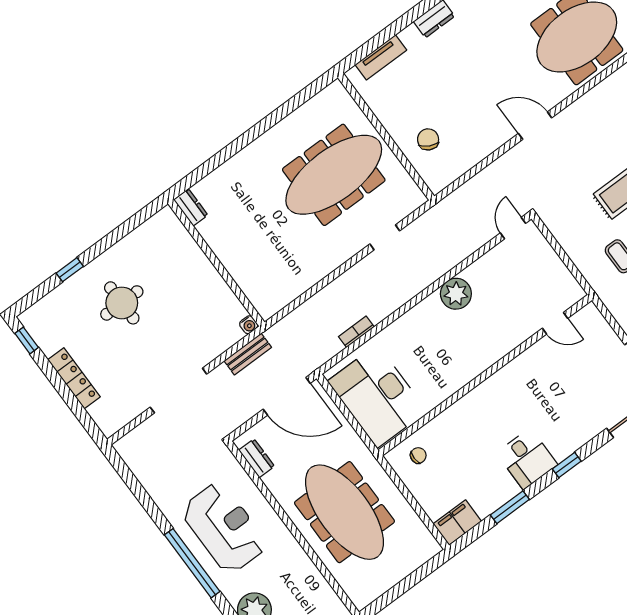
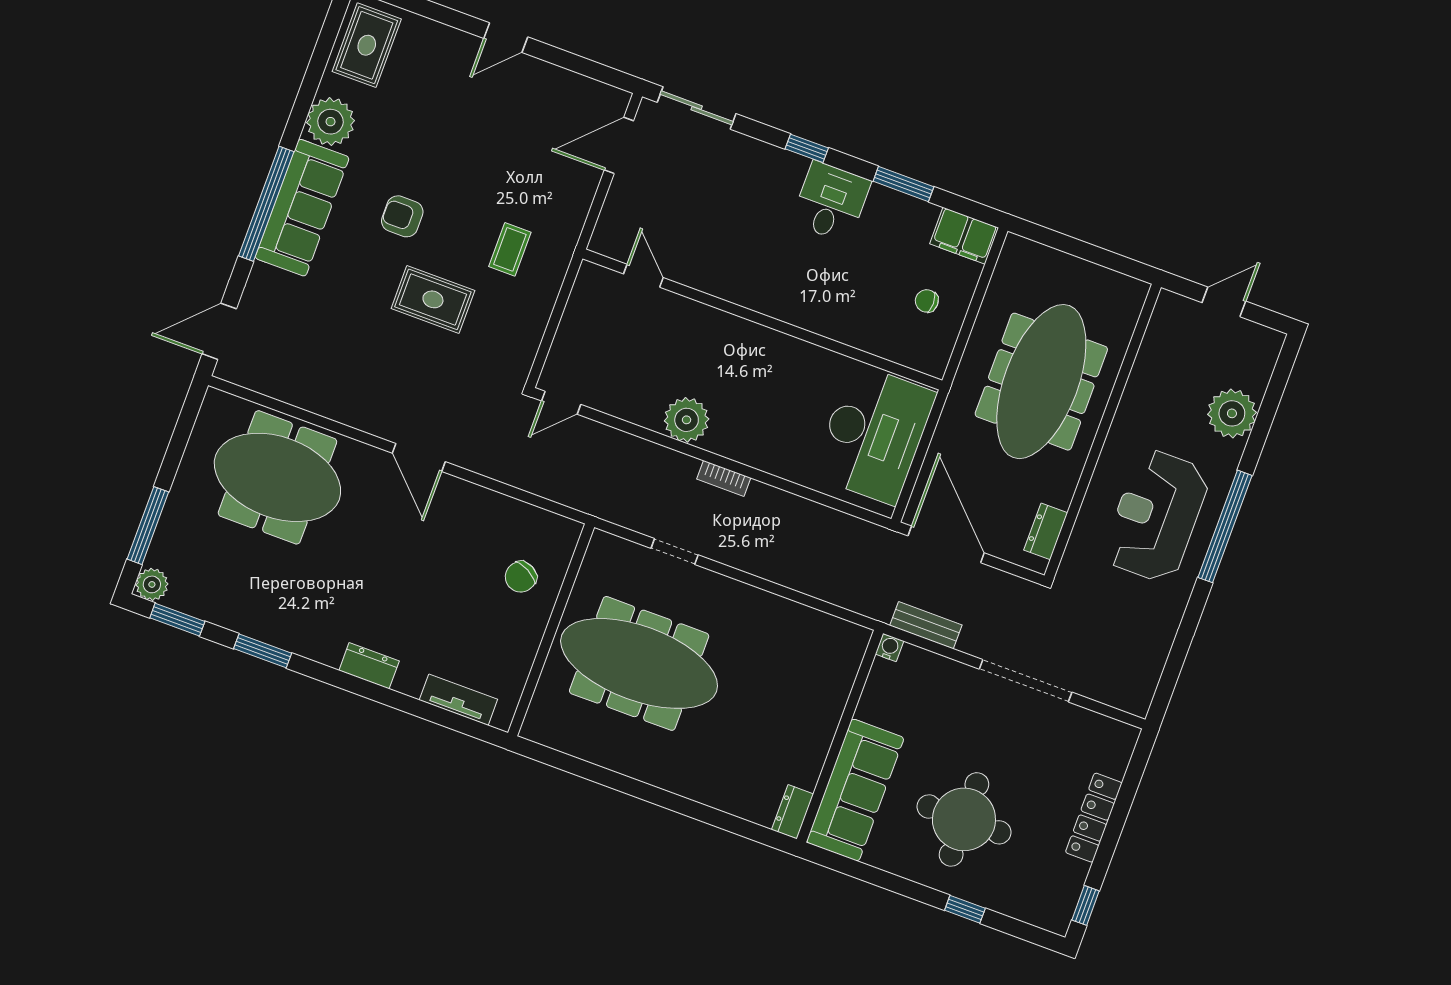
sofa: (180, 251) -> (855, 790), added
round table: (122, 303) -> (964, 819), width x1.36, depth x1.36
bookcase: (356, 332) -> (724, 478), moved
chair: (418, 455) -> (927, 301), moved

